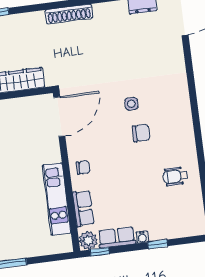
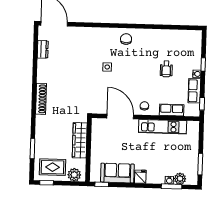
door: (59, 117) -> (120, 116), moved
chair: (141, 133) -> (126, 39), moved
wheelchair: (176, 176) -> (166, 69), moved
plant: (88, 240) -> (193, 110), removed

